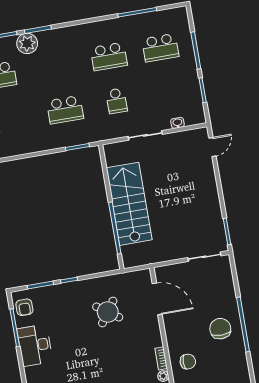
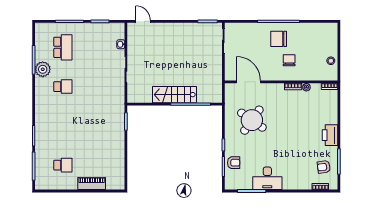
plant: (27, 43) -> (43, 69), moved
school desk: (109, 57) -> (63, 87), width x0.54
school desk: (117, 101) -> (97, 87), removed
school desk: (65, 110) -> (97, 126), removed
stairs: (129, 204) -> (174, 95), width x0.73, depth x0.66
door: (157, 299) -> (248, 82), hinge flipped
armchair: (24, 307) -> (234, 163), moved
round table: (108, 312) -> (252, 120), width x1.36, depth x1.36
chair: (188, 362) -> (289, 60), moved

